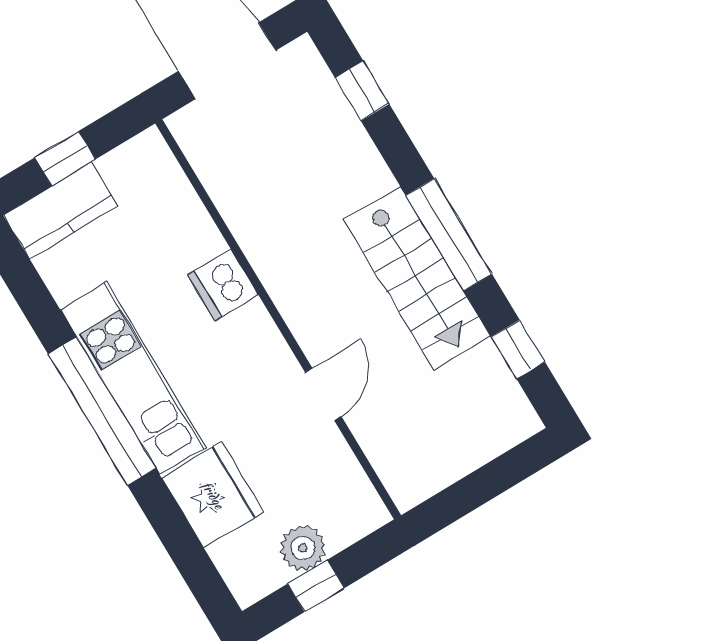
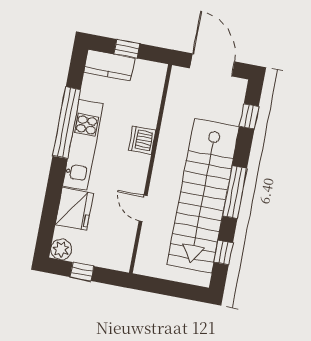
stairs: (417, 278) -> (203, 196), width x1.86, depth x1.51
door: (323, 394) -> (143, 208), swing flipped
window: (102, 411) -> (67, 123), moved
plant: (303, 548) -> (61, 249), moved

